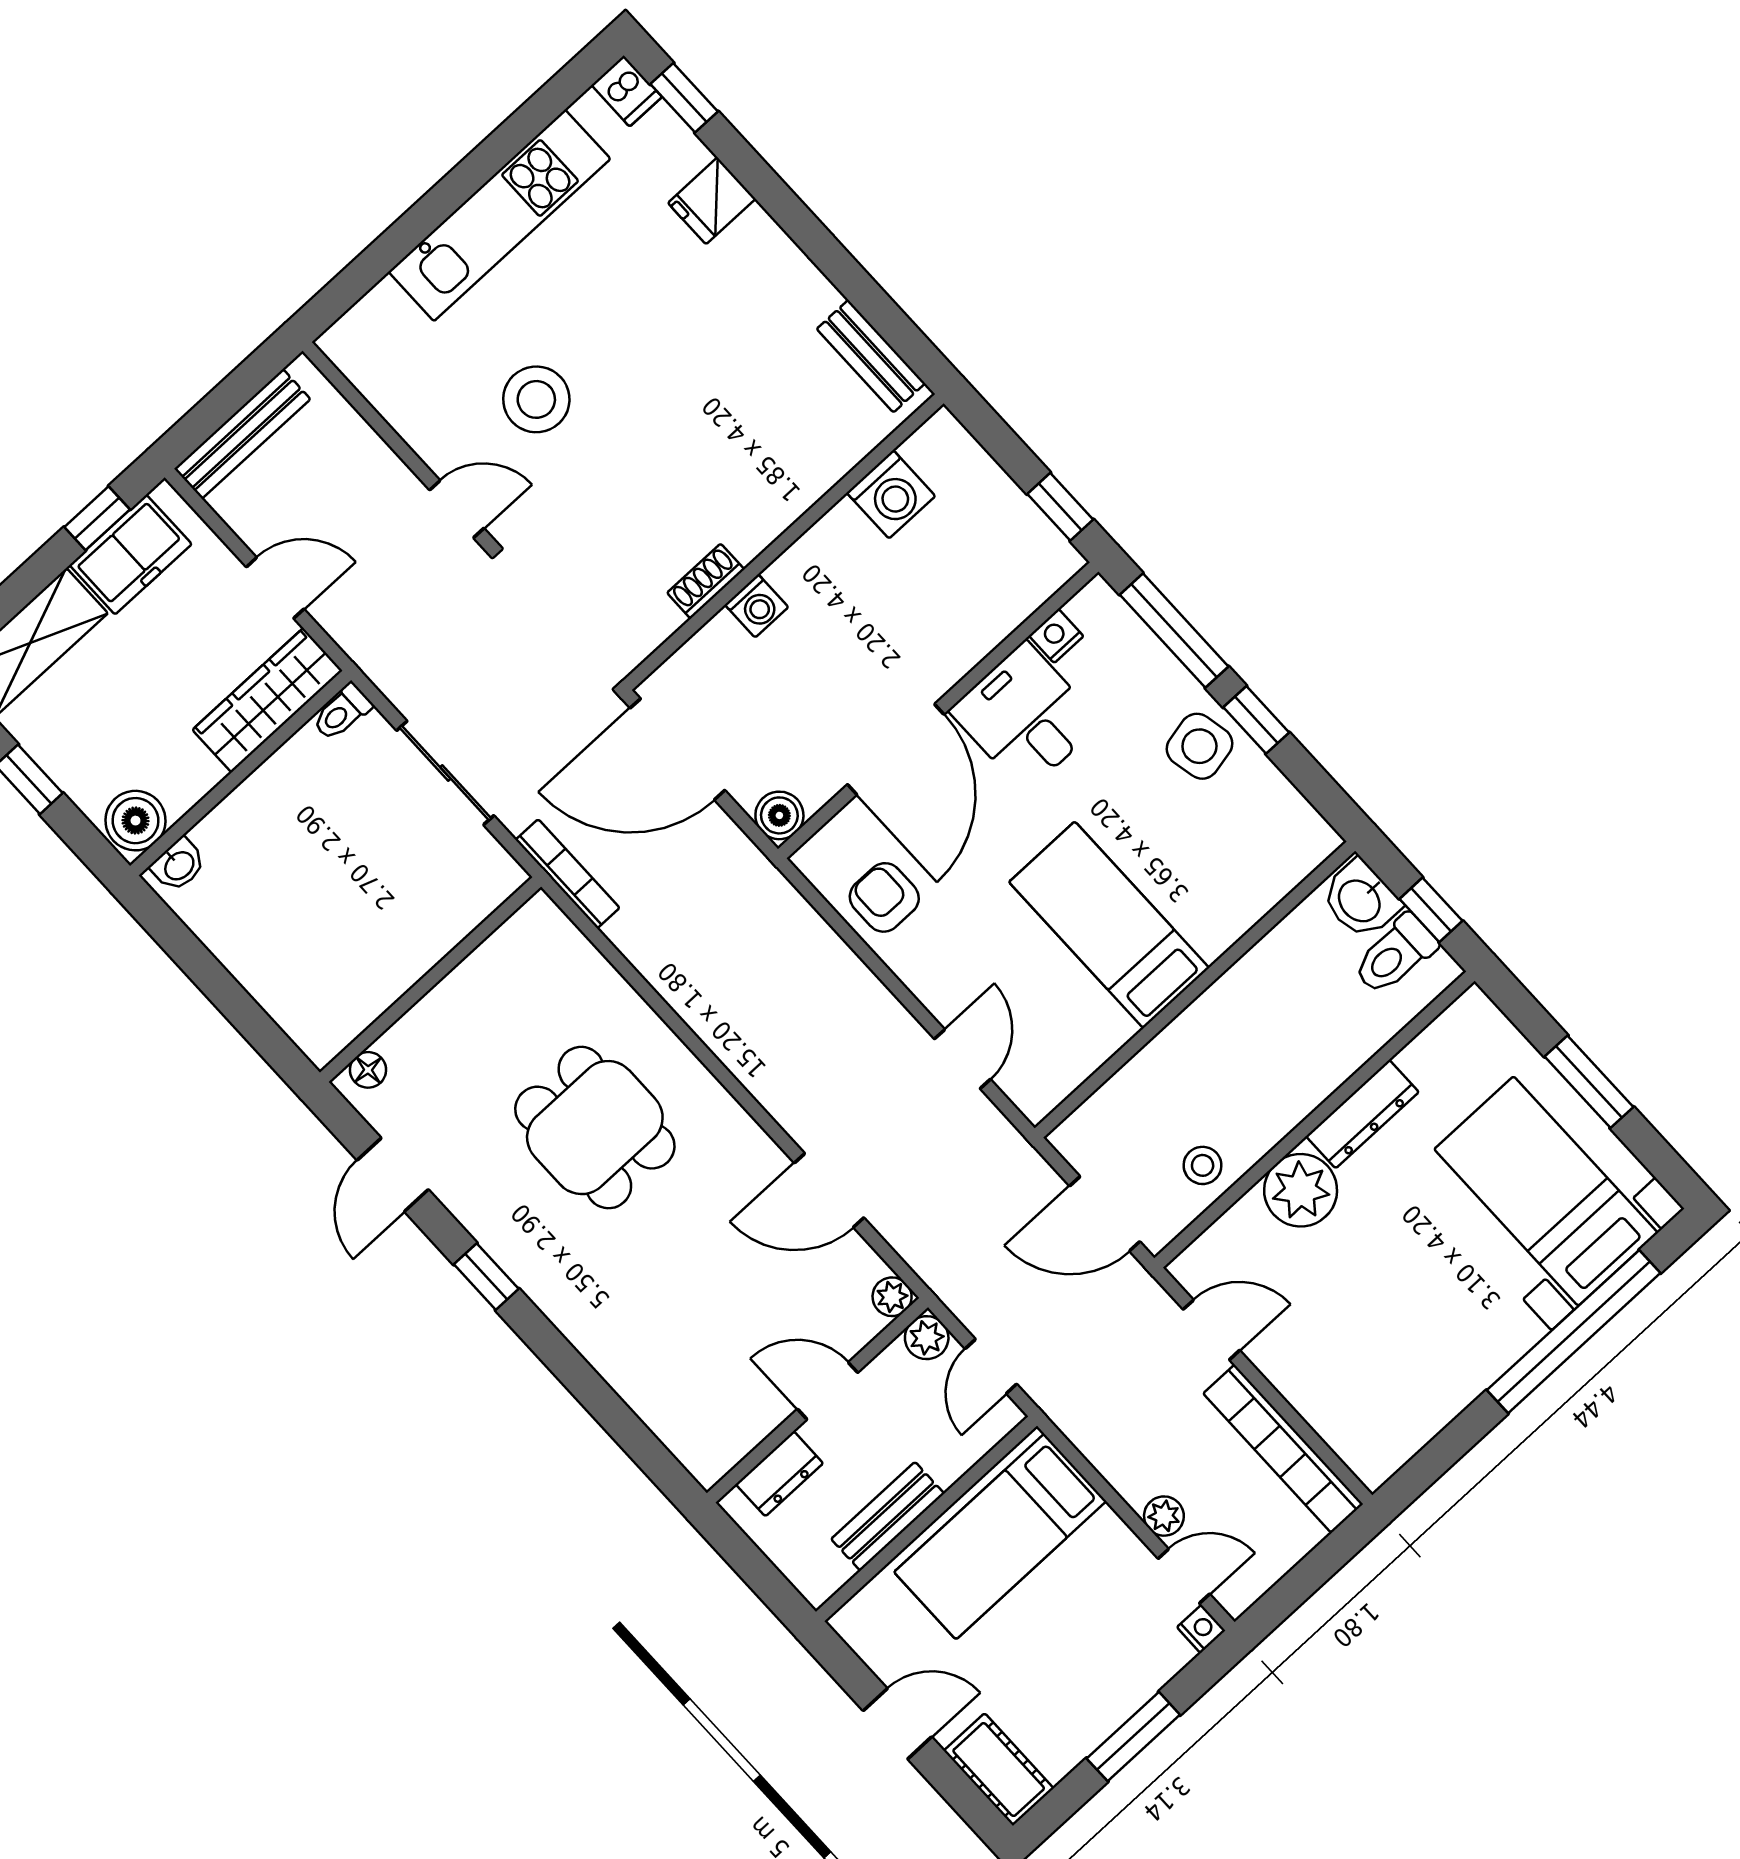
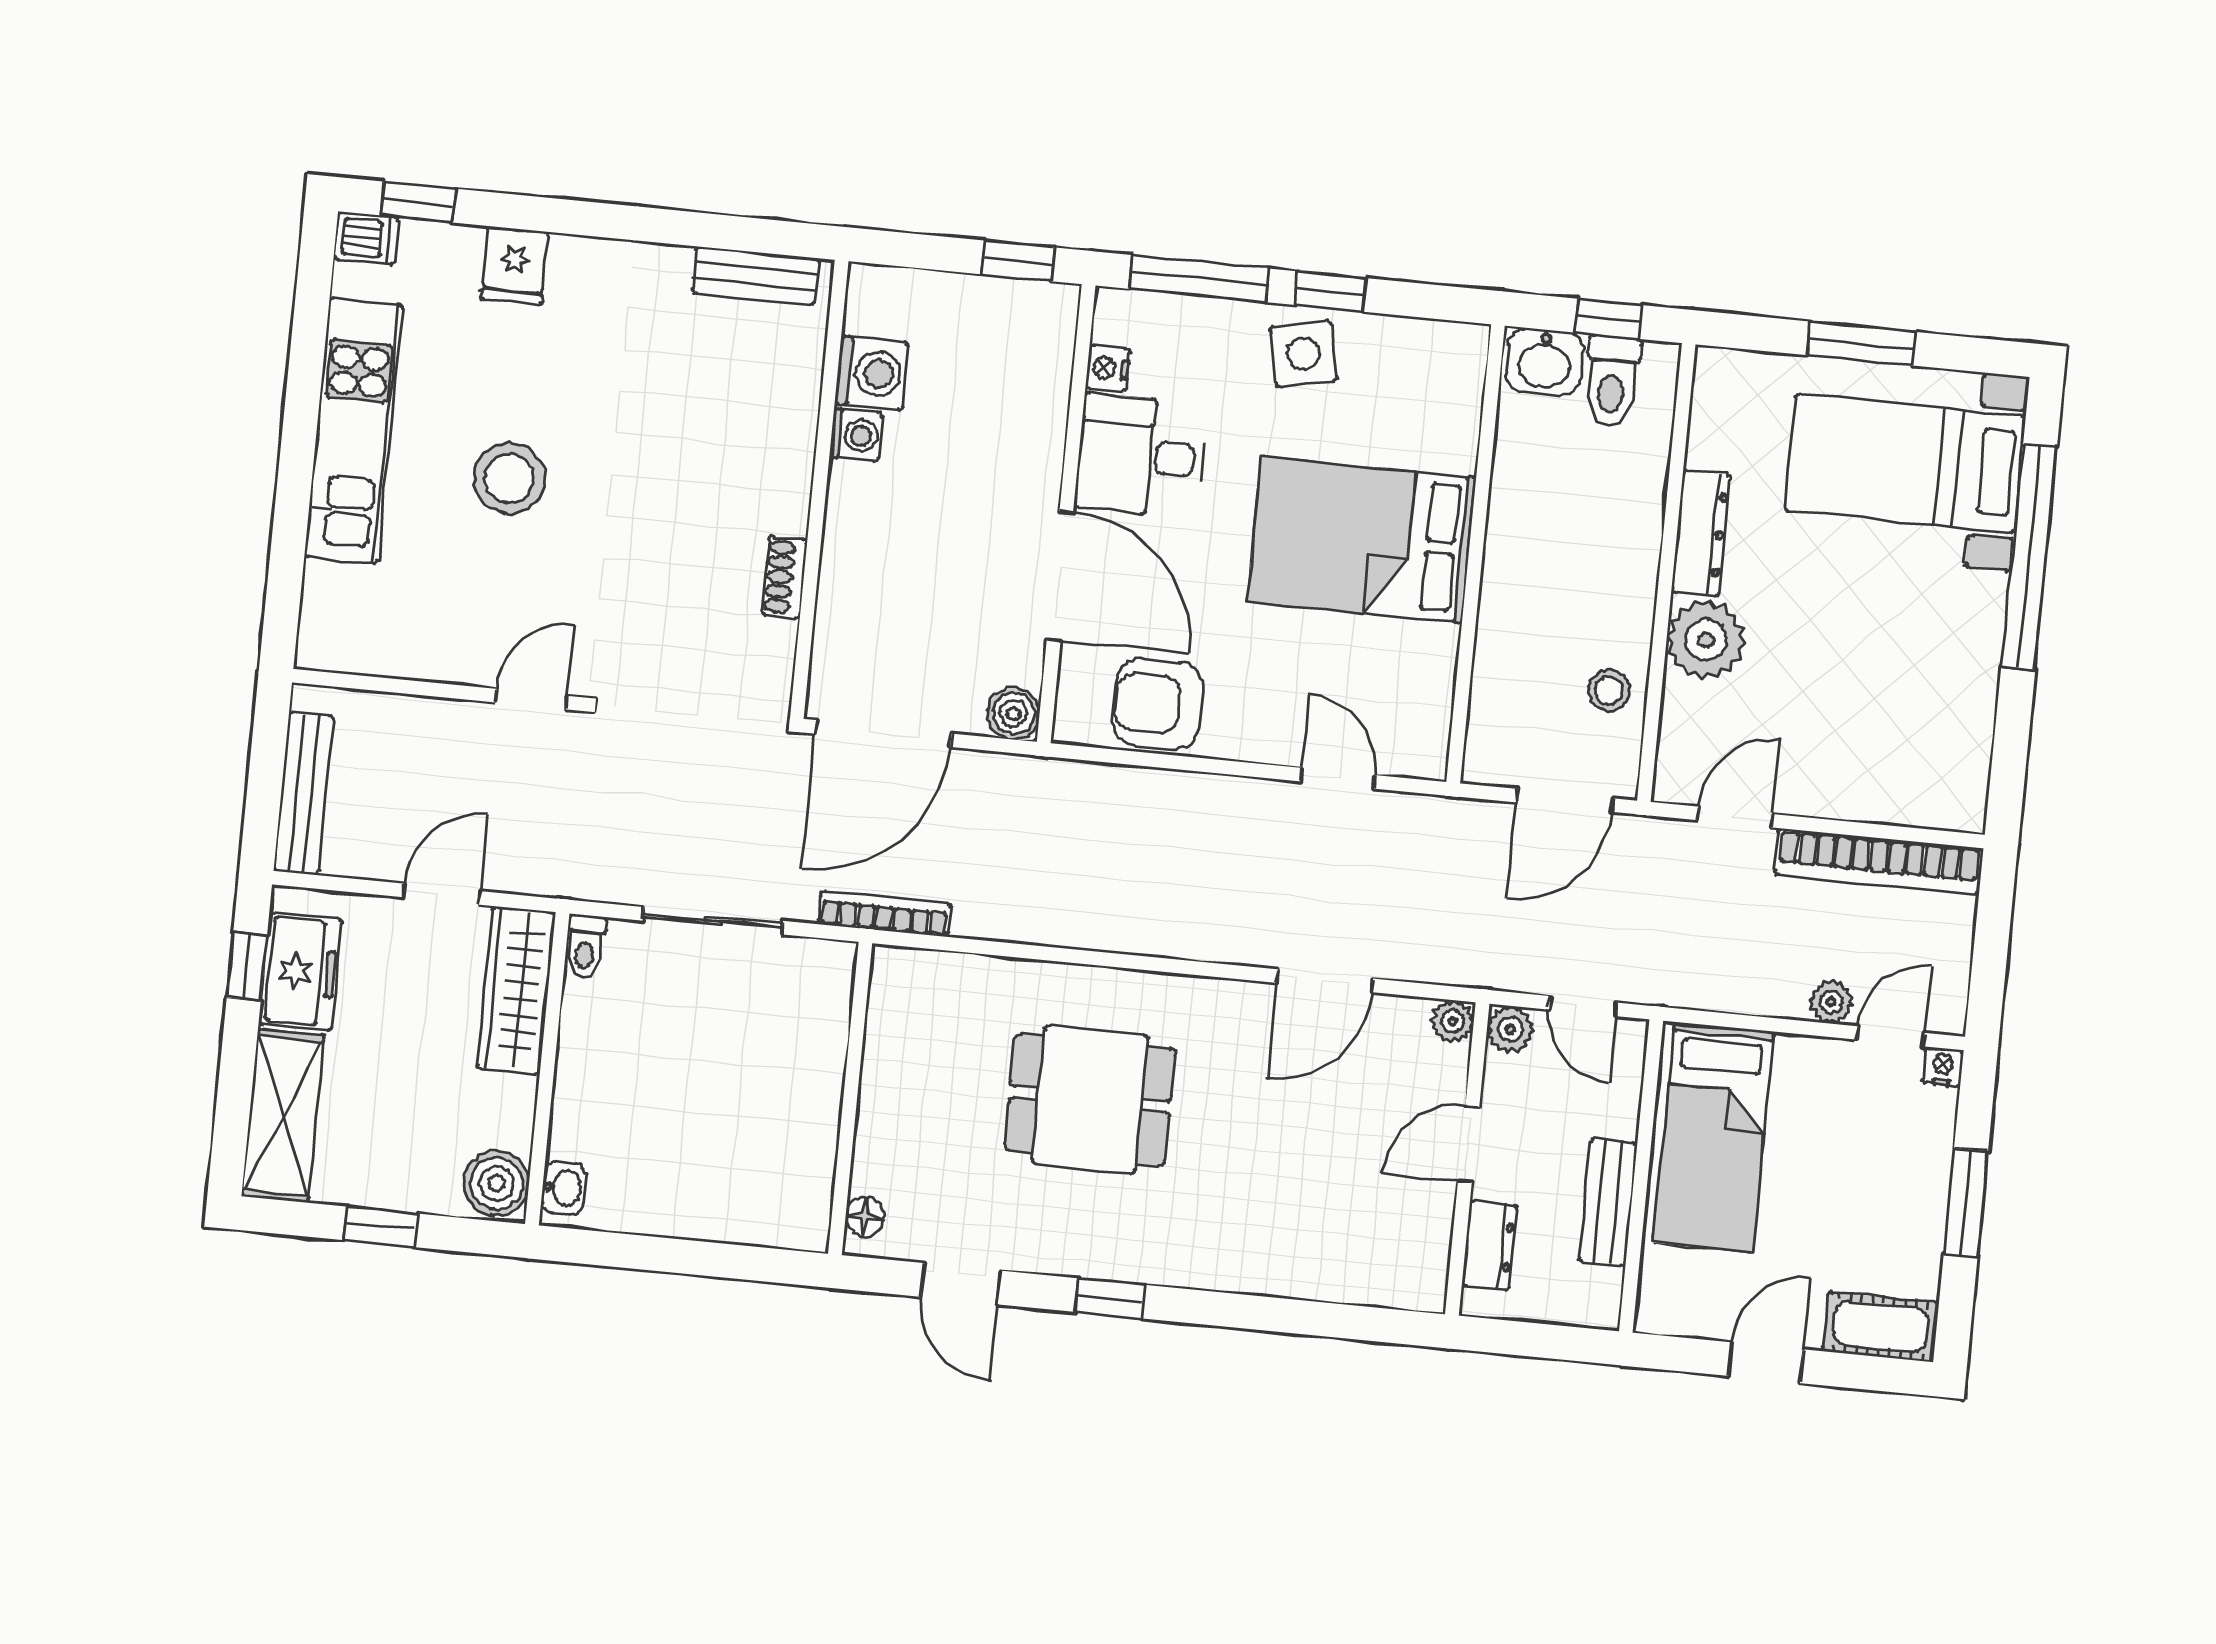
stool: (536, 399) -> (509, 478), moved
washing machine: (757, 606) -> (856, 435), moved
armchair: (884, 897) -> (1158, 704), width x1.38, depth x1.38
bed: (1109, 925) -> (1362, 540), width x1.50

